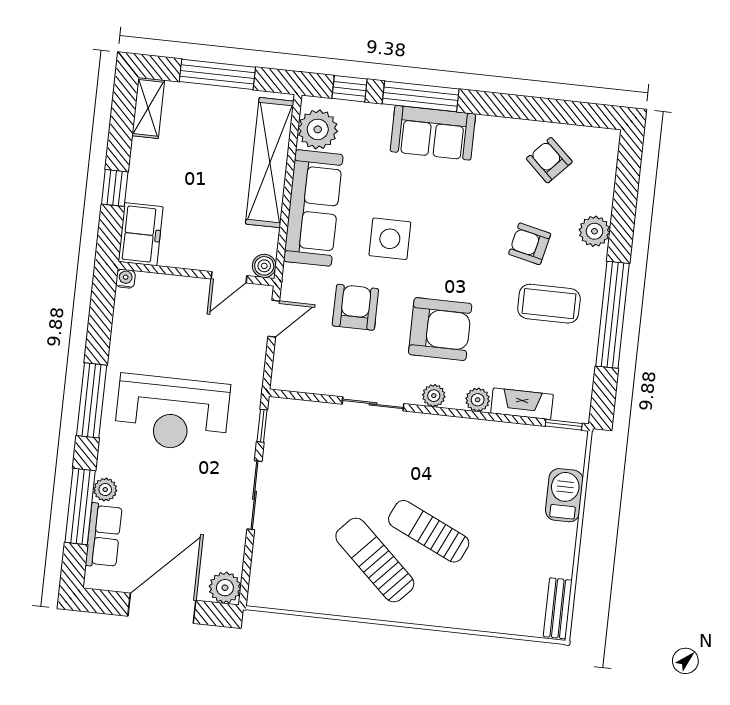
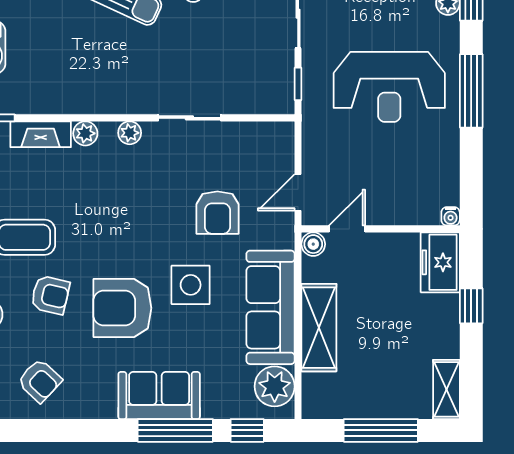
shelving: (270, 163) -> (319, 328), width x0.68
armchair: (440, 329) -> (122, 308), moved
reception desk: (172, 413) -> (389, 87), turned 180

